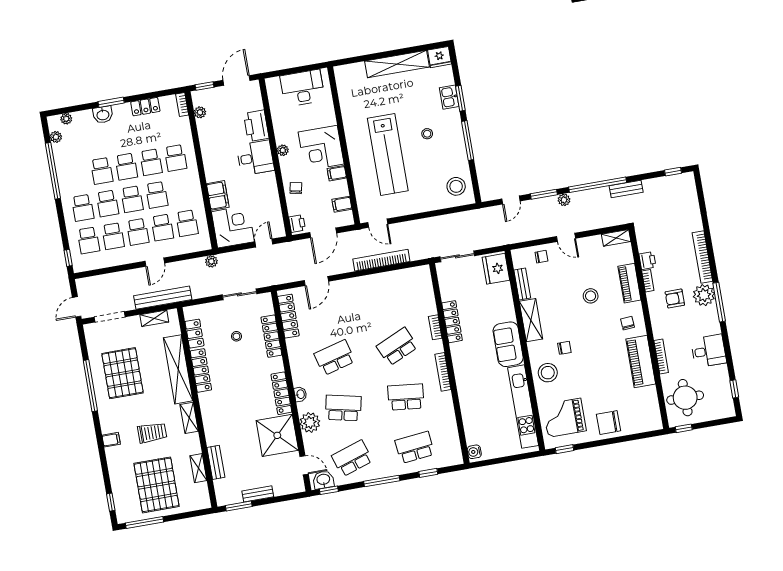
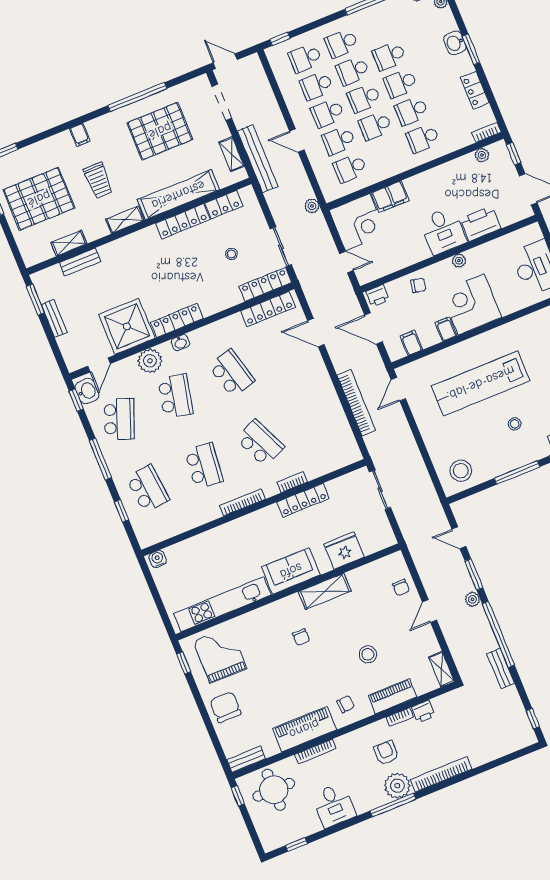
fridge: (496, 269) -> (344, 551), moved
bench: (522, 284) -> (246, 759), moved
locker: (271, 336) -> (265, 284), moved
stool: (548, 373) -> (268, 624), removed
school desk: (352, 458) -> (119, 419), turned 39

